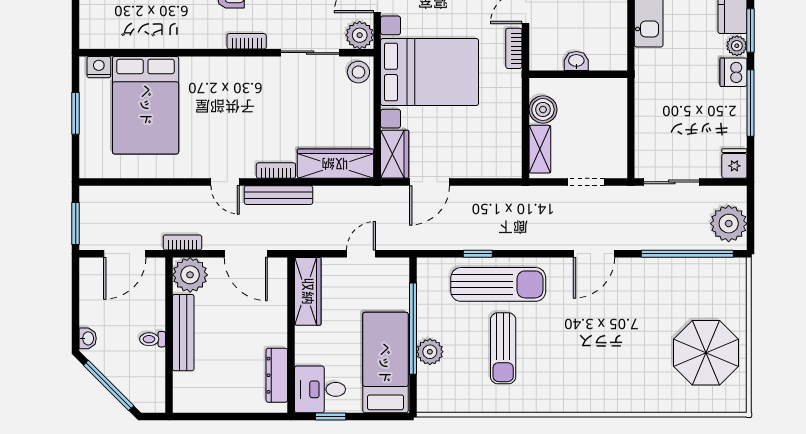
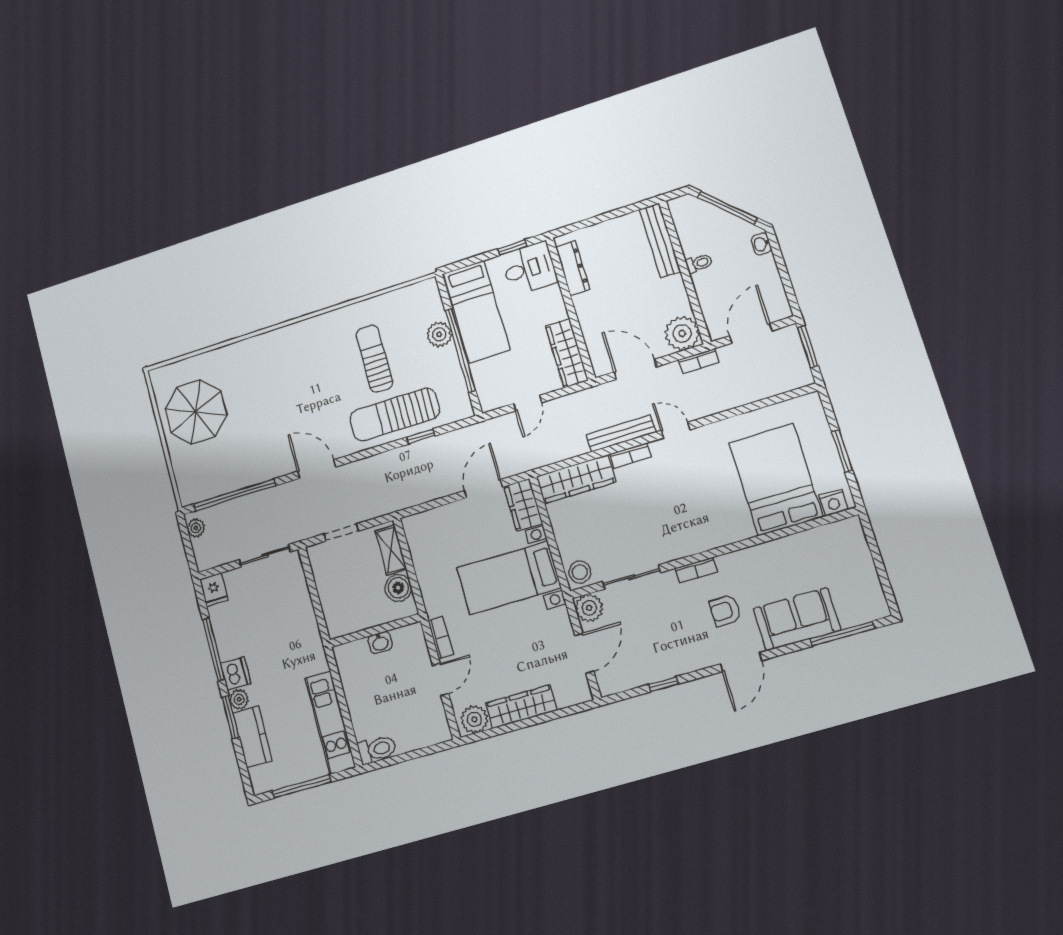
bed with nightstands: (430, 72) -> (509, 578), width x0.73
plant: (729, 224) -> (196, 528), width x0.53, depth x0.53
door: (594, 254) -> (317, 469), hinge flipped
bench: (183, 333) -> (660, 241), moved

